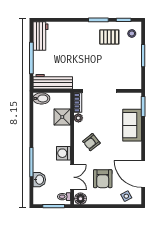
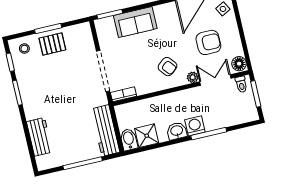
workbench: (40, 36) -> (39, 137), moved, turned 90
pallet: (109, 37) -> (52, 44), moved, turned 90
shower: (62, 117) -> (147, 136), moved
plant: (78, 118) -> (193, 77), moved
washing machine: (63, 153) -> (195, 126), moved, turned 180
washbasin: (39, 180) -> (177, 131), moved

